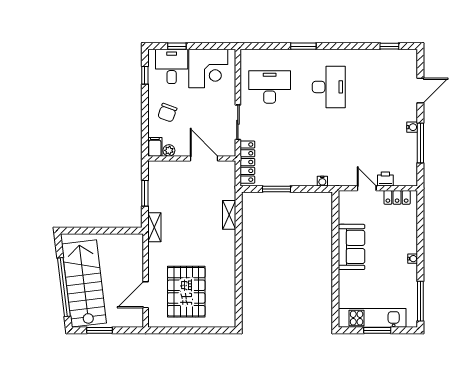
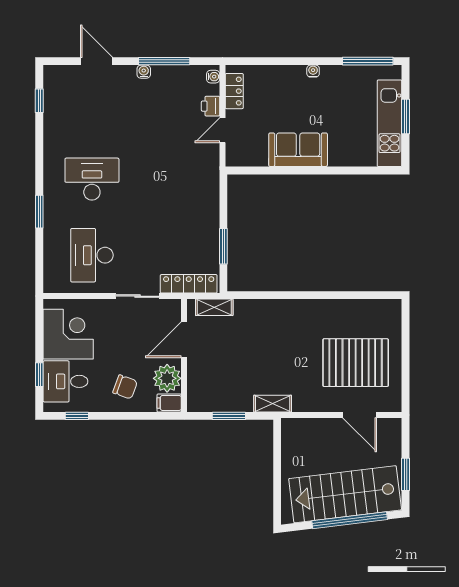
plant: (169, 150) -> (167, 378), width x1.88, depth x1.88
water cooler: (322, 181) -> (213, 77), moved
shelving: (229, 215) -> (214, 307), moved

